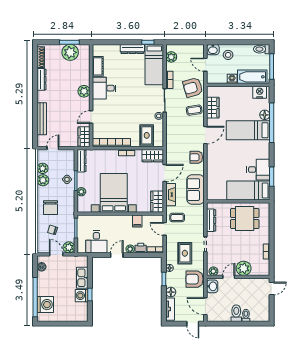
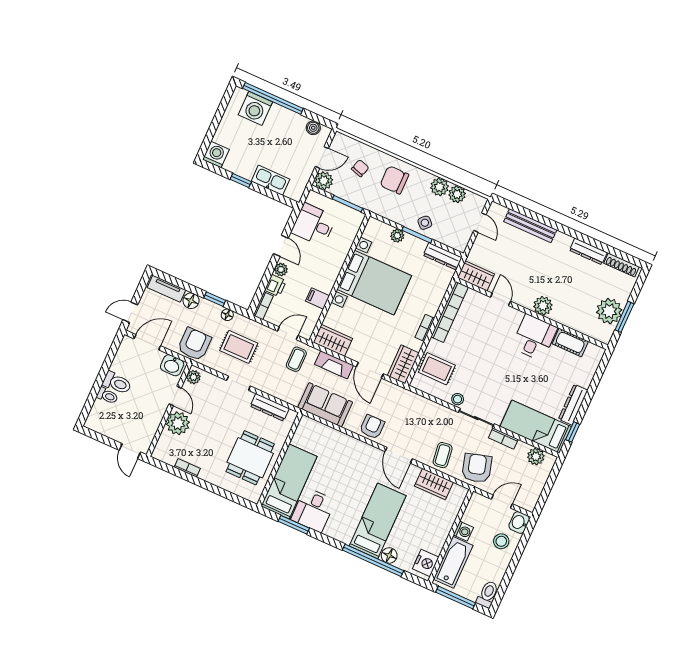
washing machine: (82, 296) -> (216, 155), moved

